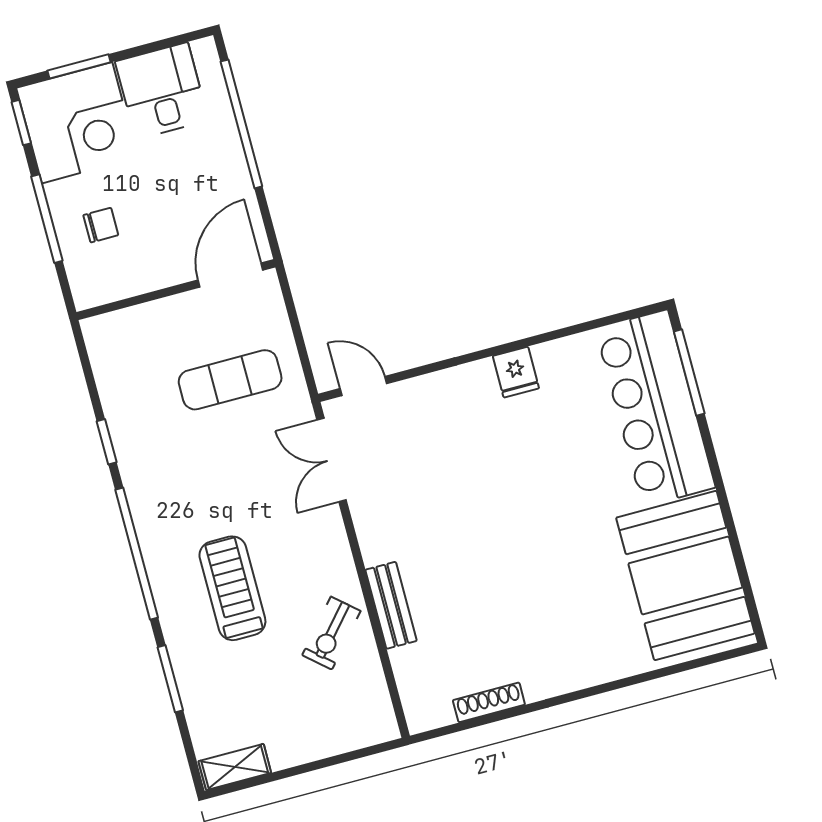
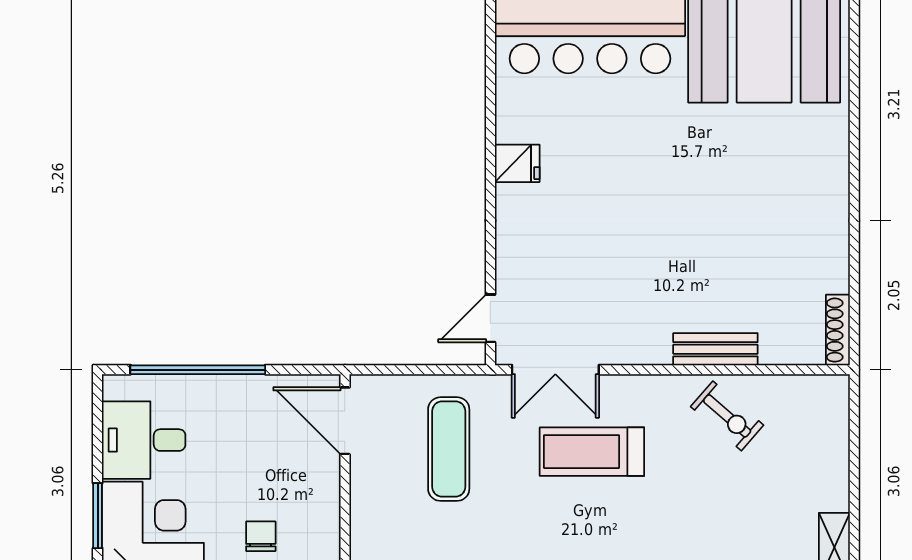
treadmill: (232, 588) -> (592, 452), moved
shoe rack: (489, 702) -> (838, 330), moved

